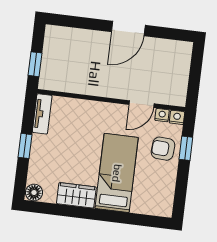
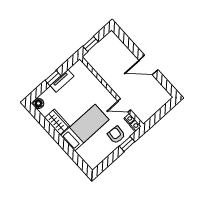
tv unit: (42, 114) -> (62, 81), moved

